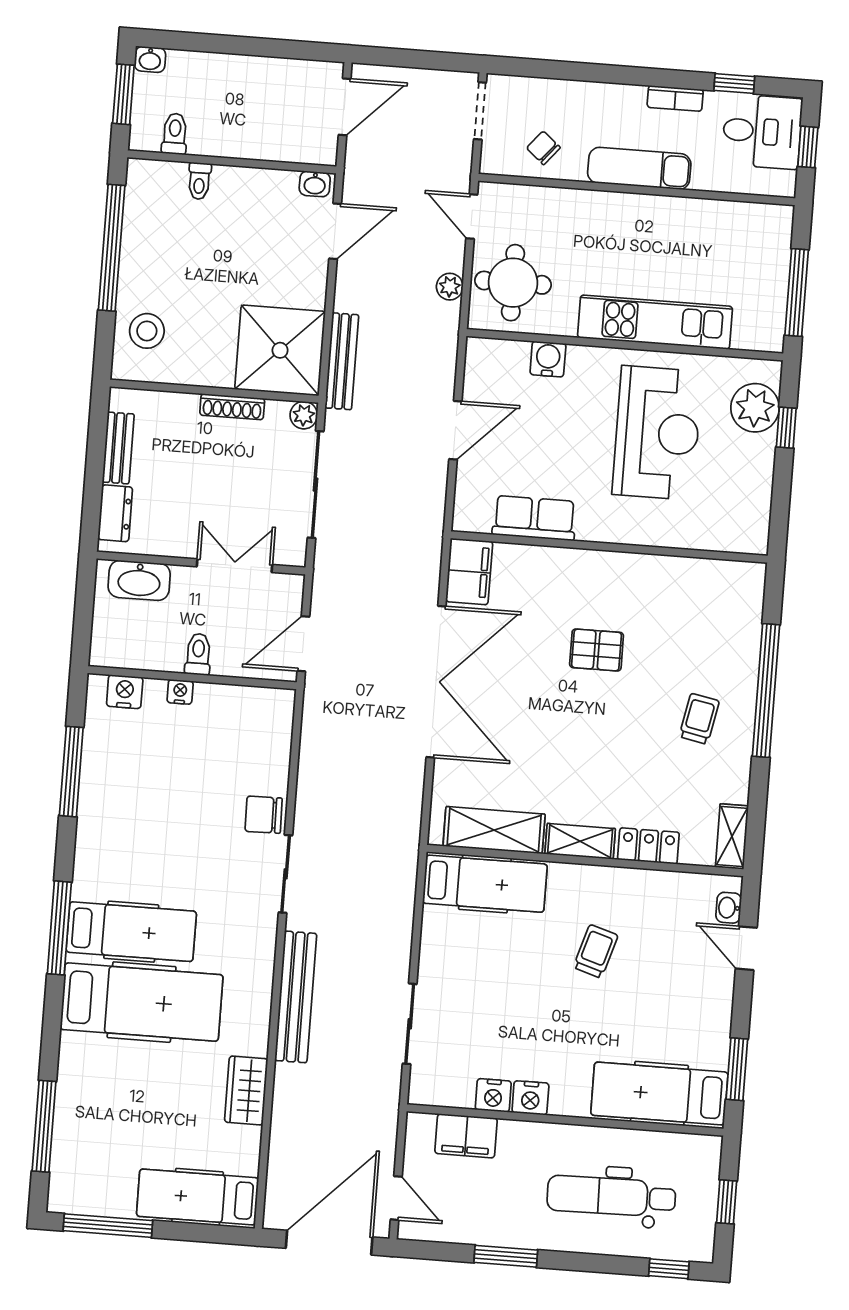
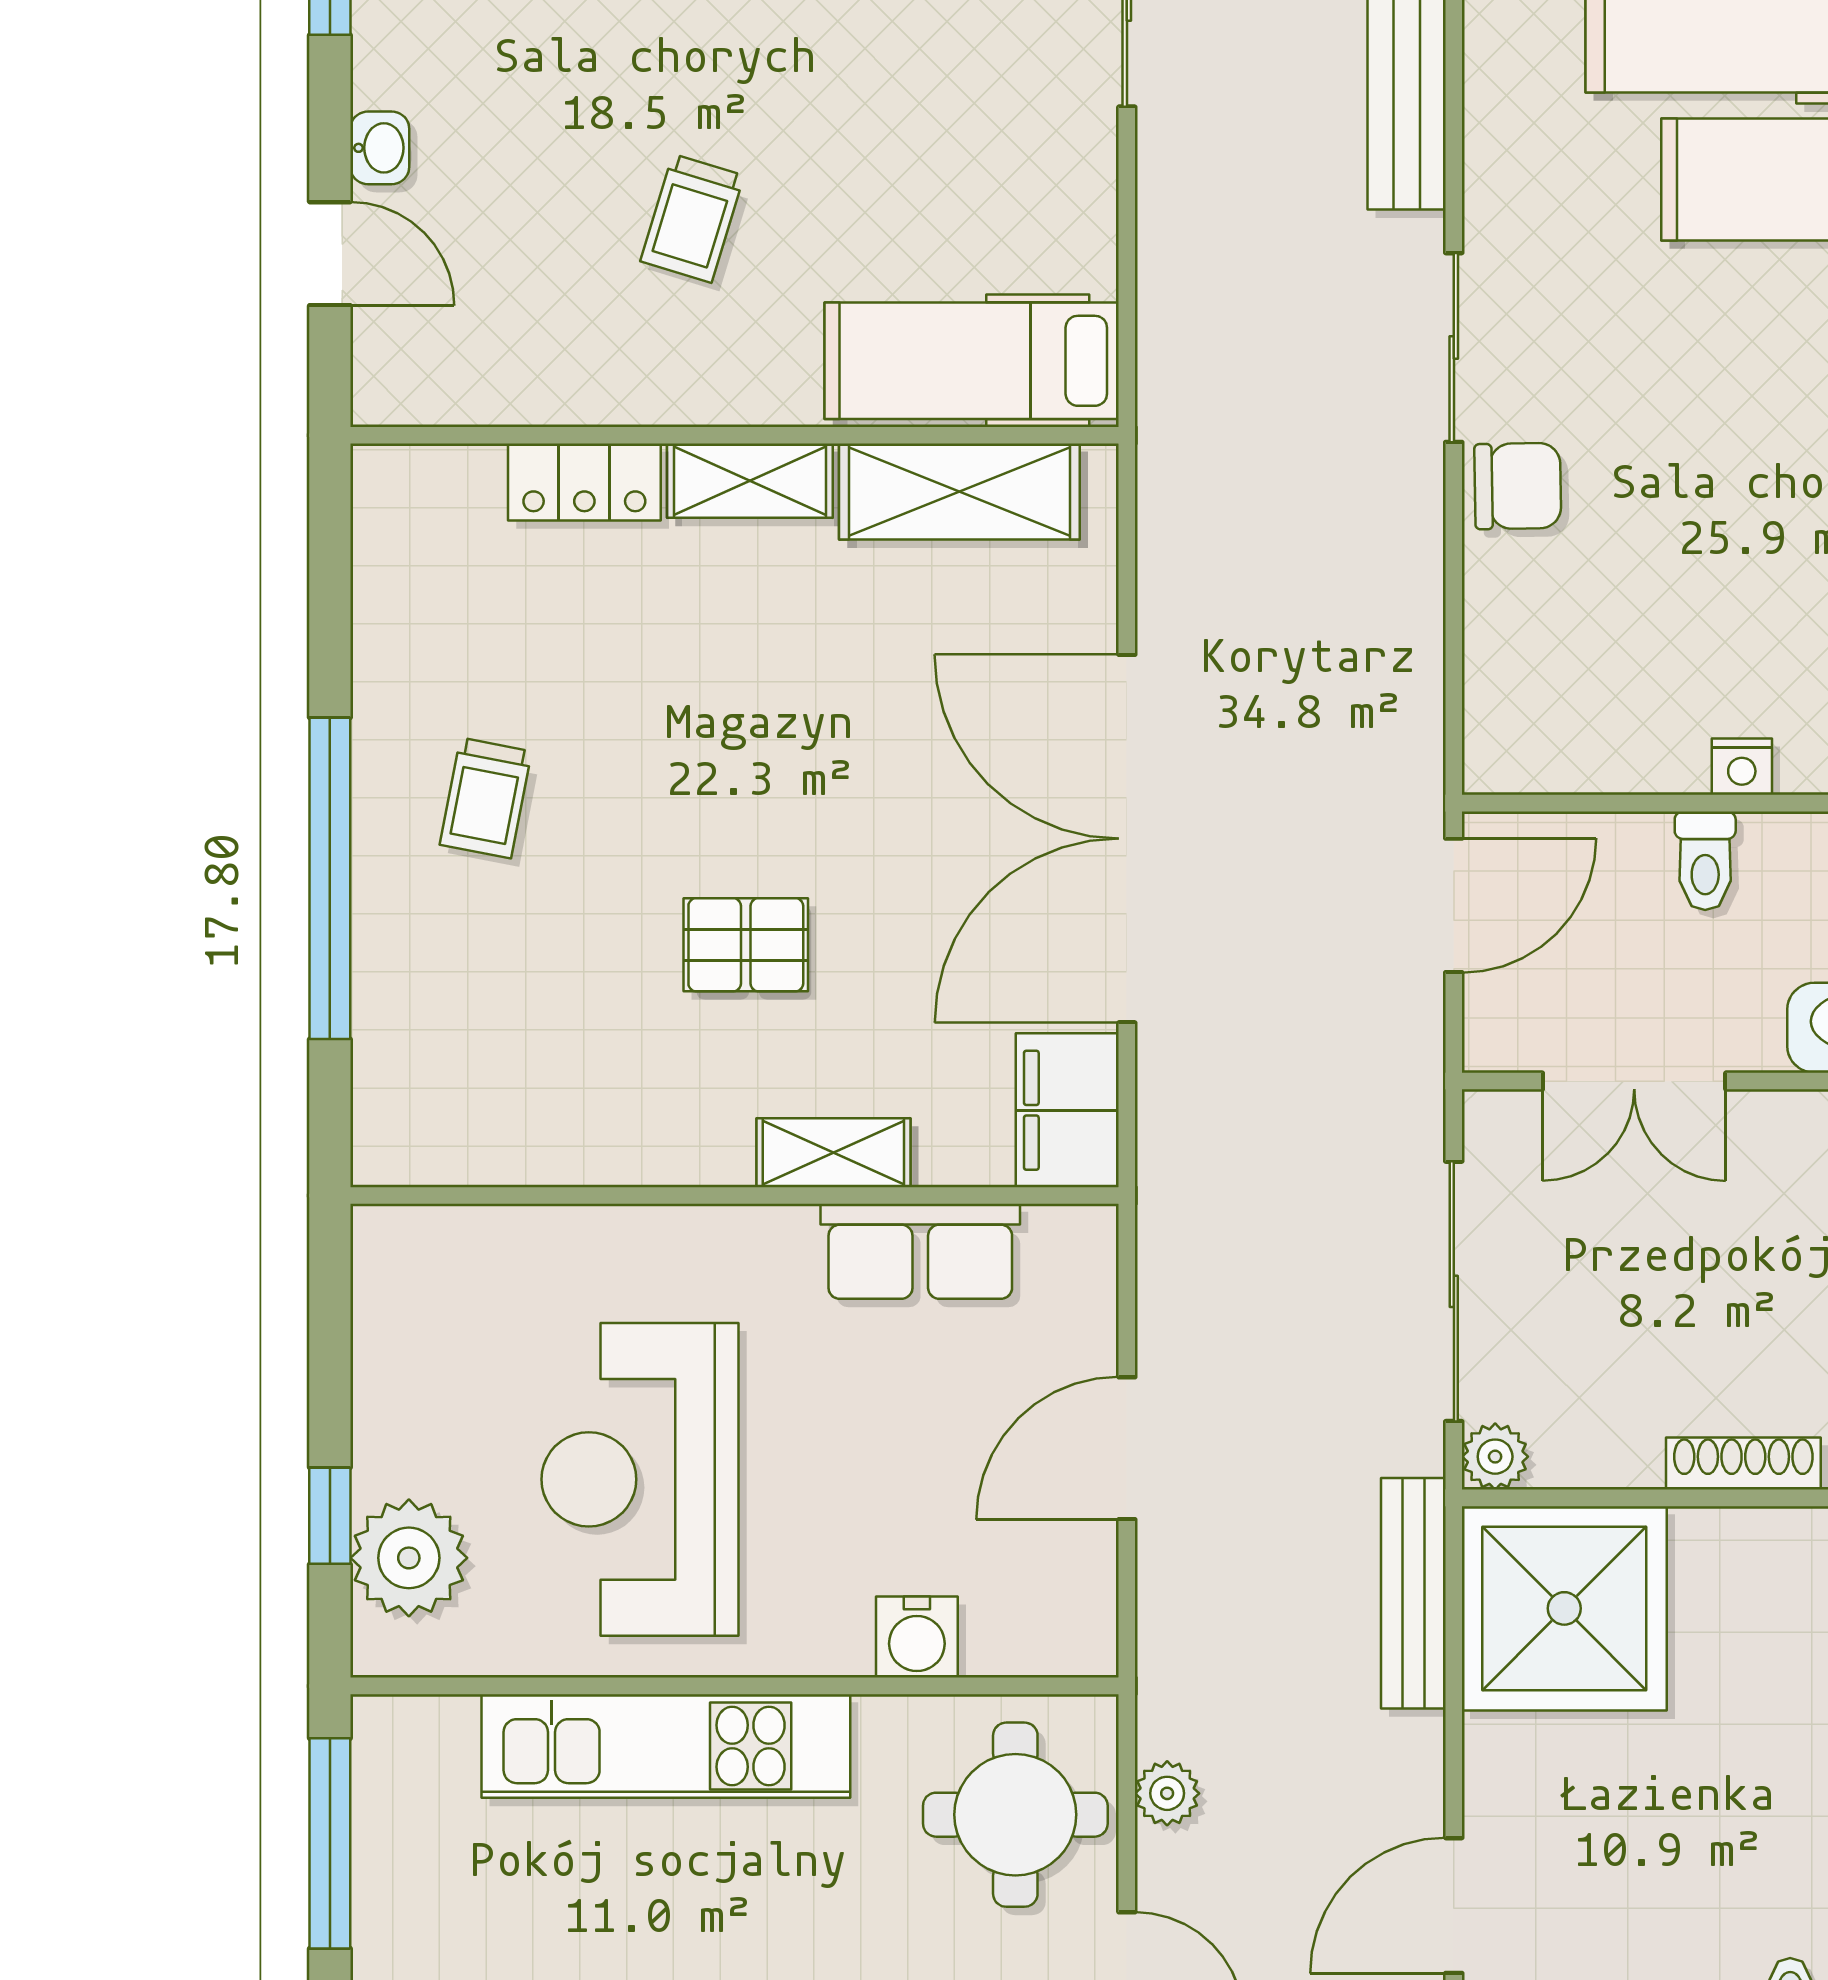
shoe rack: (232, 407) -> (1743, 1464), moved
shelving: (732, 836) -> (833, 1153), moved, turned 90
washbasin: (729, 908) -> (380, 148), moved

